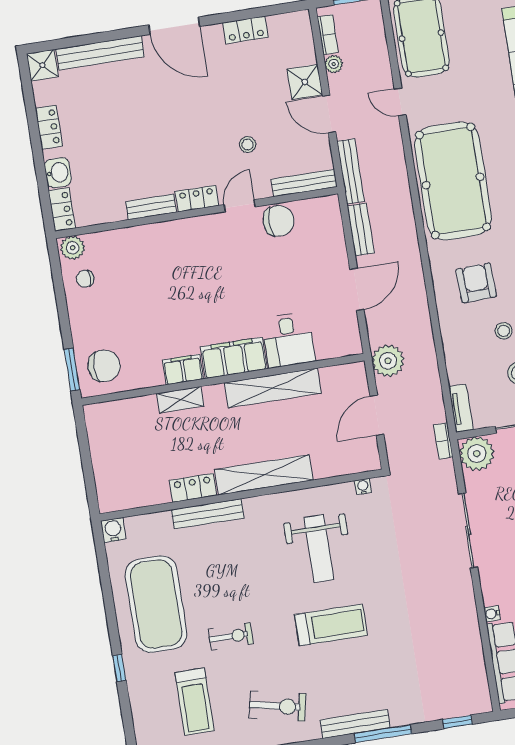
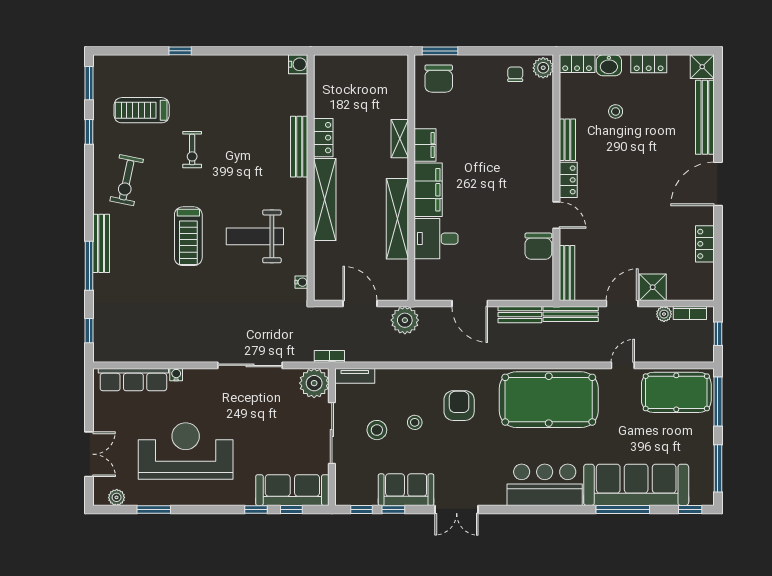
stool: (248, 145) -> (616, 111), moved
armchair: (476, 283) -> (459, 406), turned -88
exercise mat: (156, 604) -> (230, 91), removed

